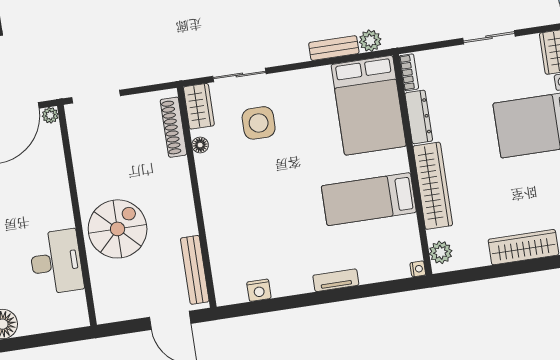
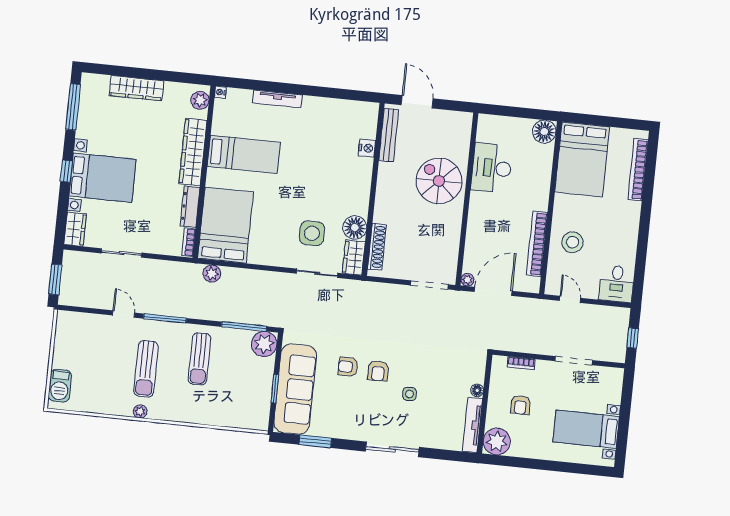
bench: (334, 48) -> (241, 275), removed
floor lamp: (200, 145) -> (355, 228), width x1.89, depth x1.89
spiral stairs: (118, 229) -> (439, 181), turned 90
tv unit: (336, 280) -> (277, 99), width x1.41
nightstand: (259, 290) -> (367, 148), moved, turned 90

